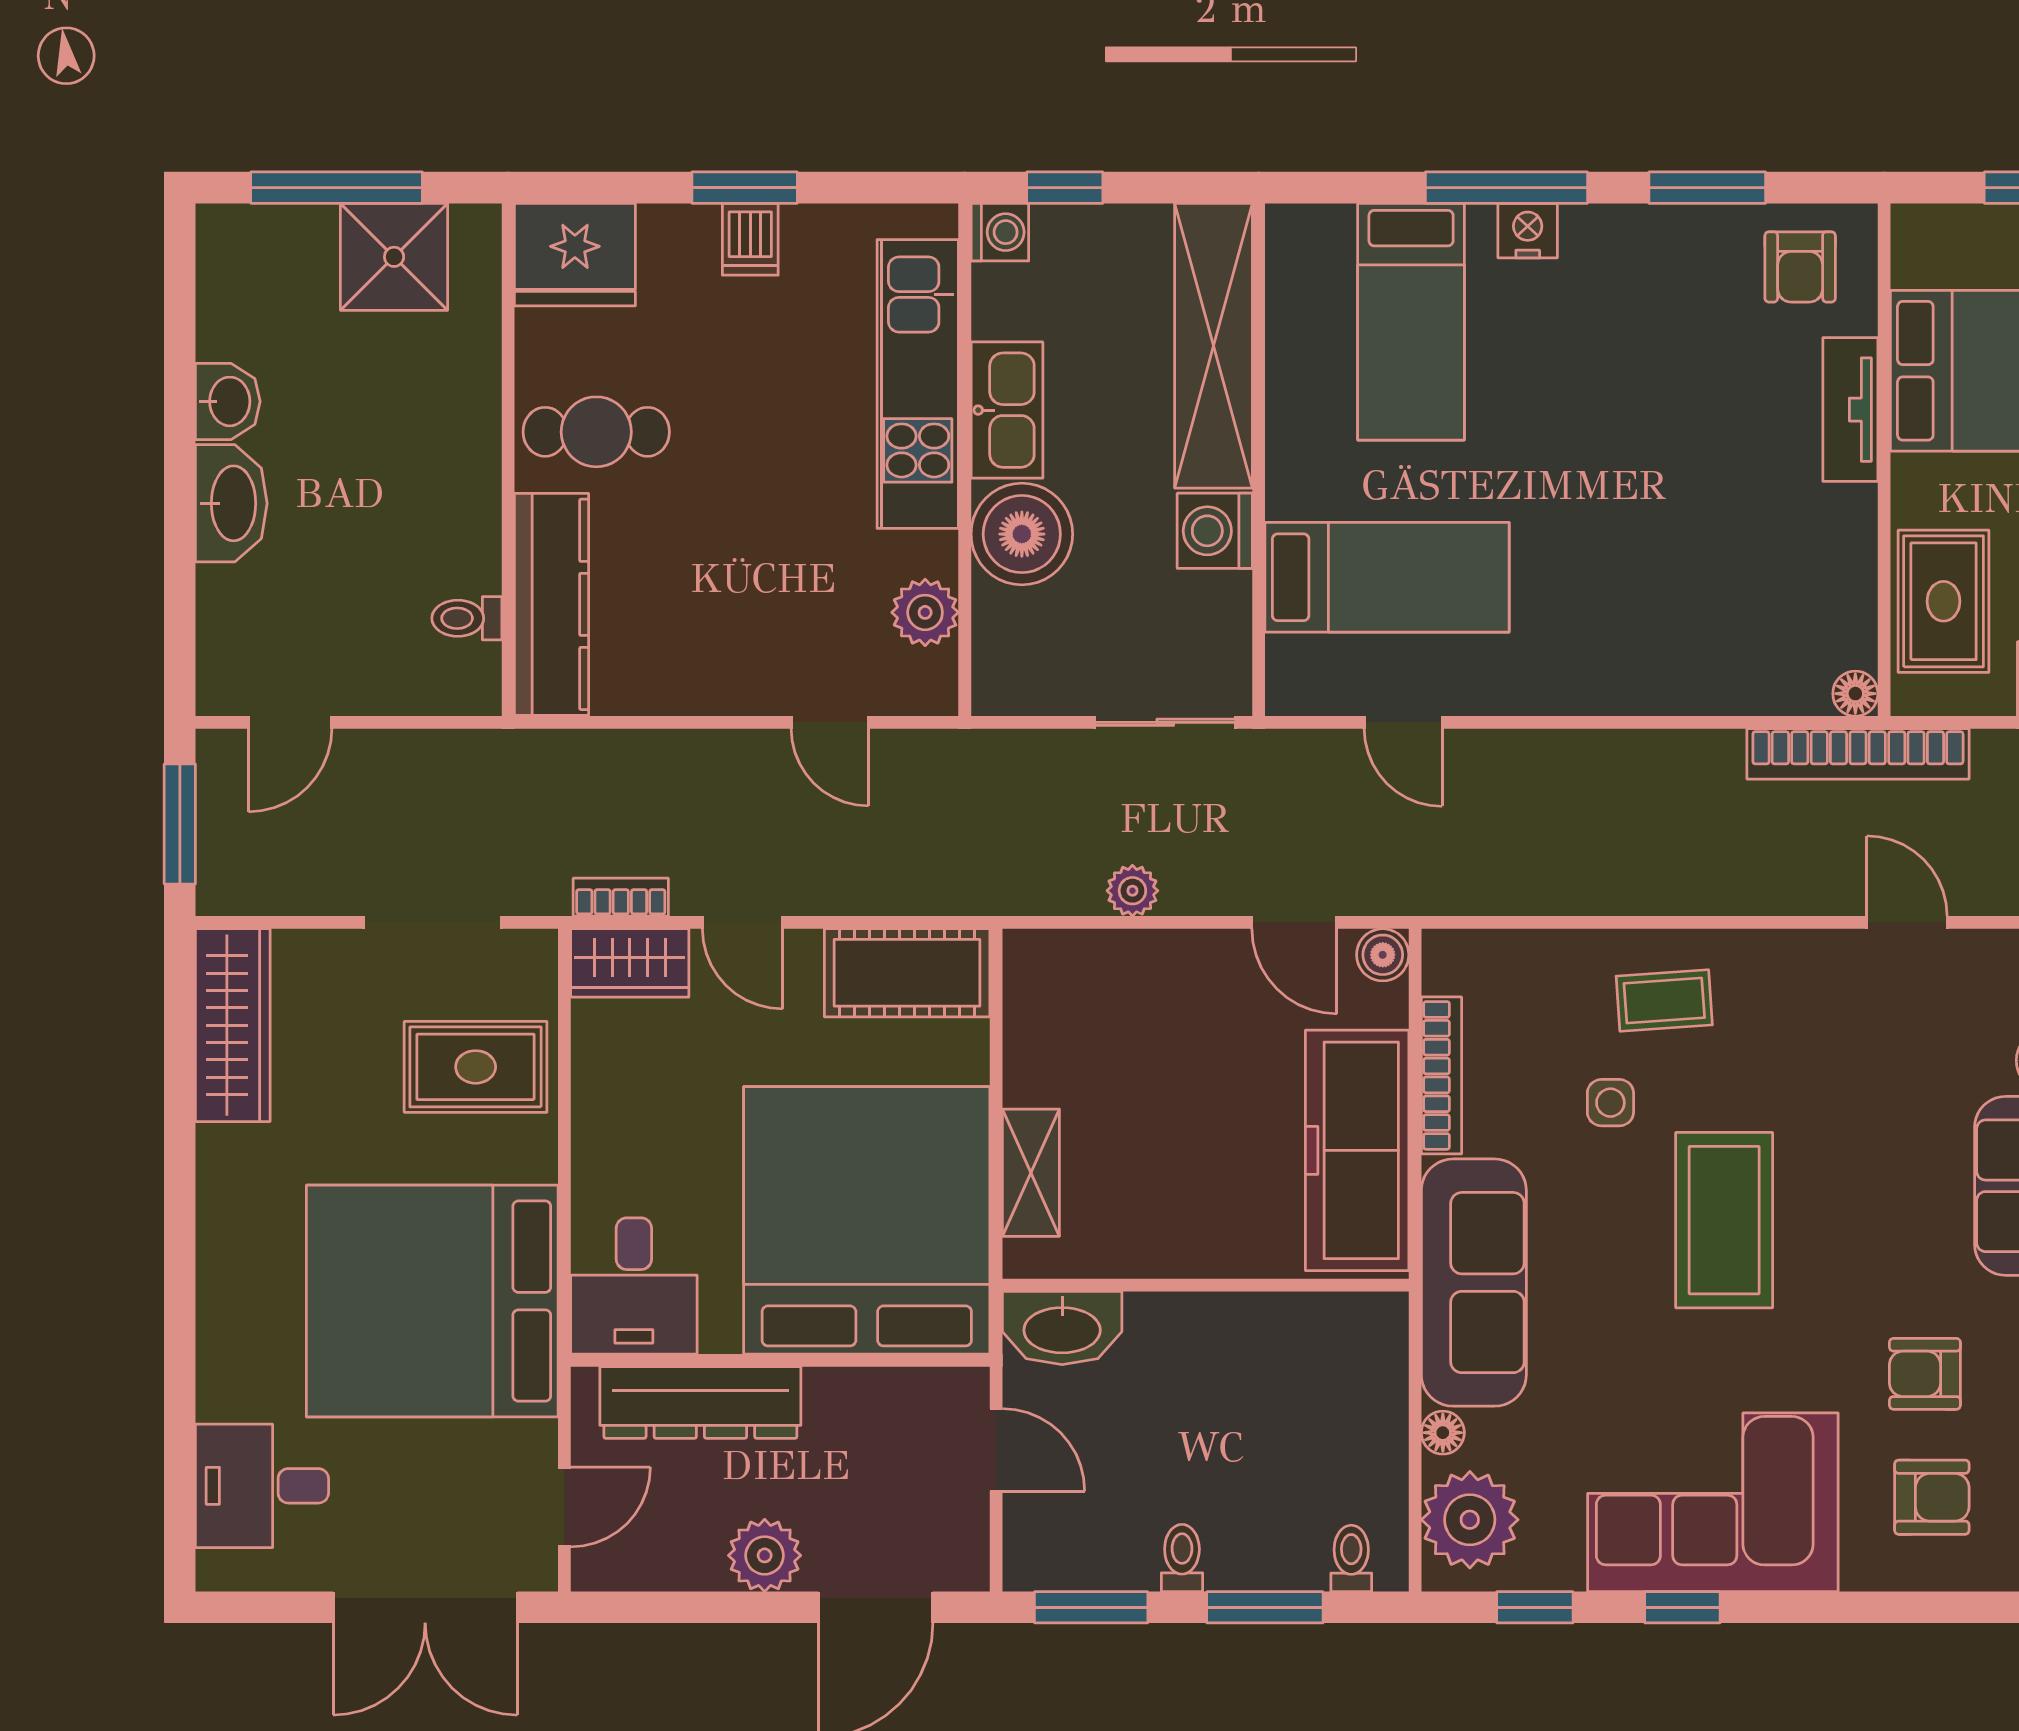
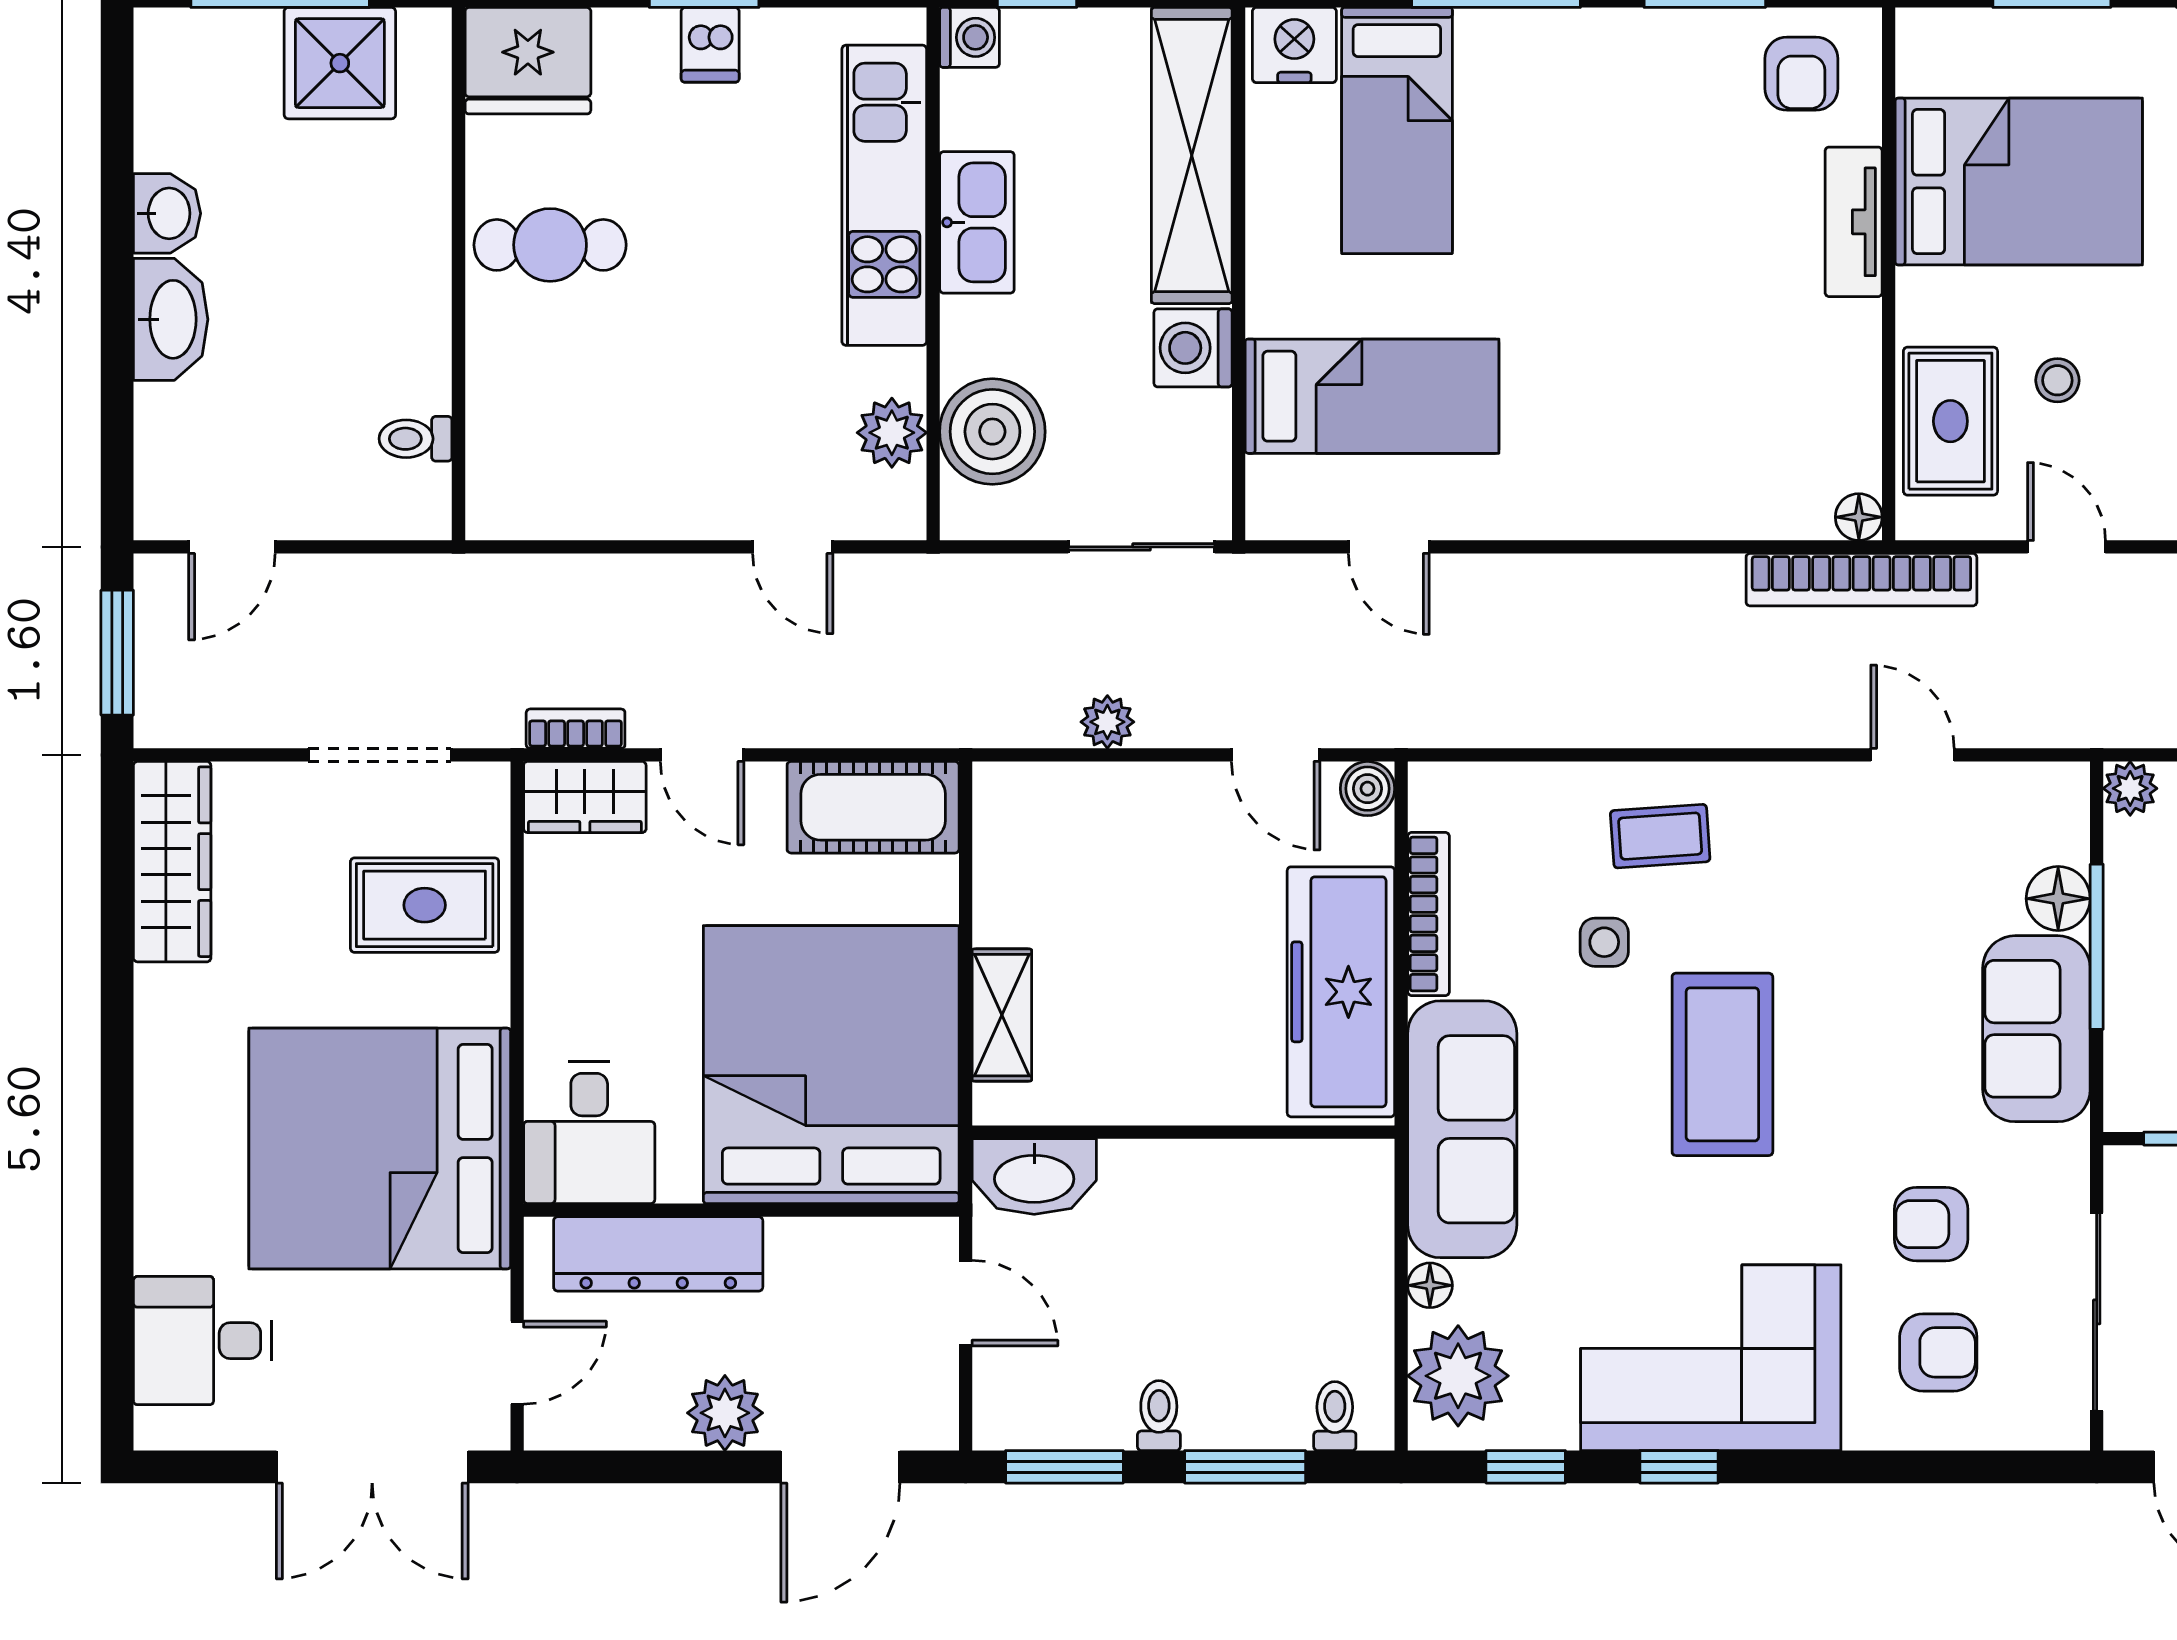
nightstand: (1528, 231) -> (1294, 45), moved, width x1.36, depth x1.33
boiler: (1022, 534) -> (992, 432), moved
kitchen counter: (551, 604) -> (503, 424), removed

